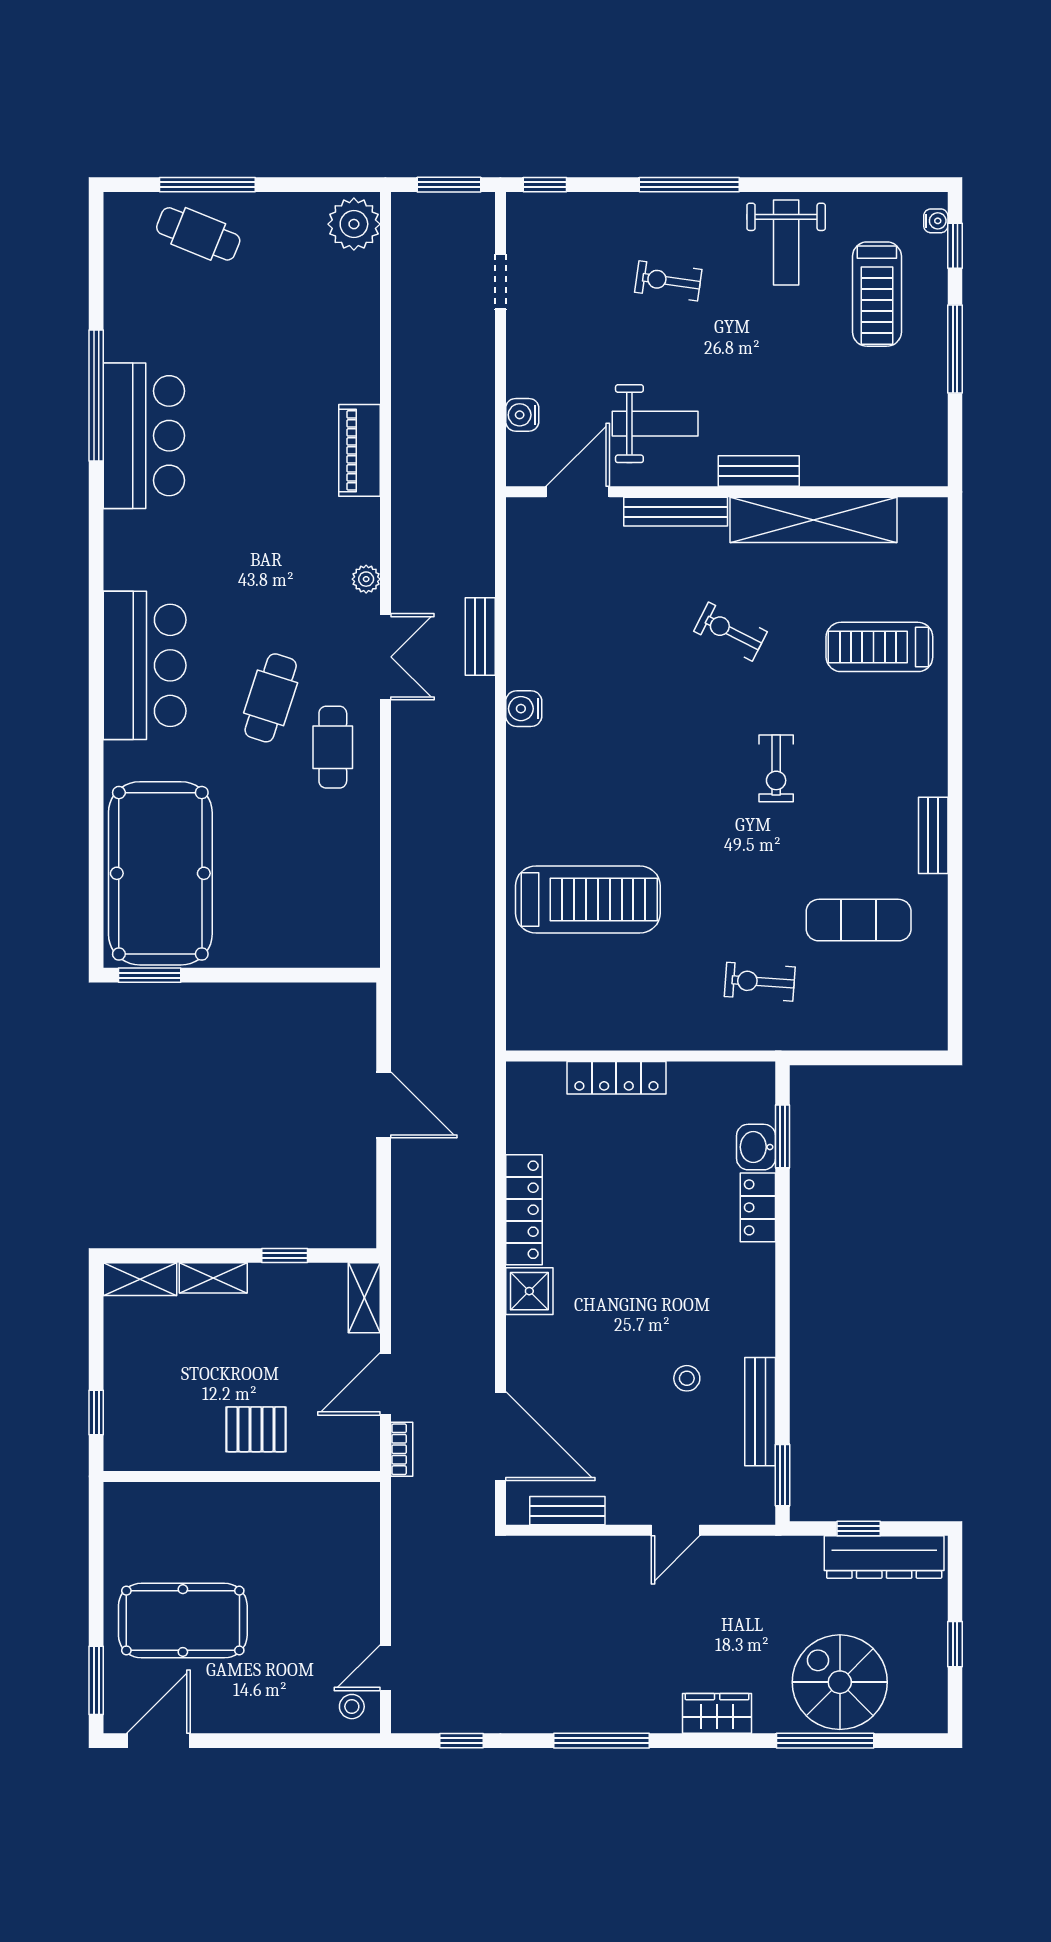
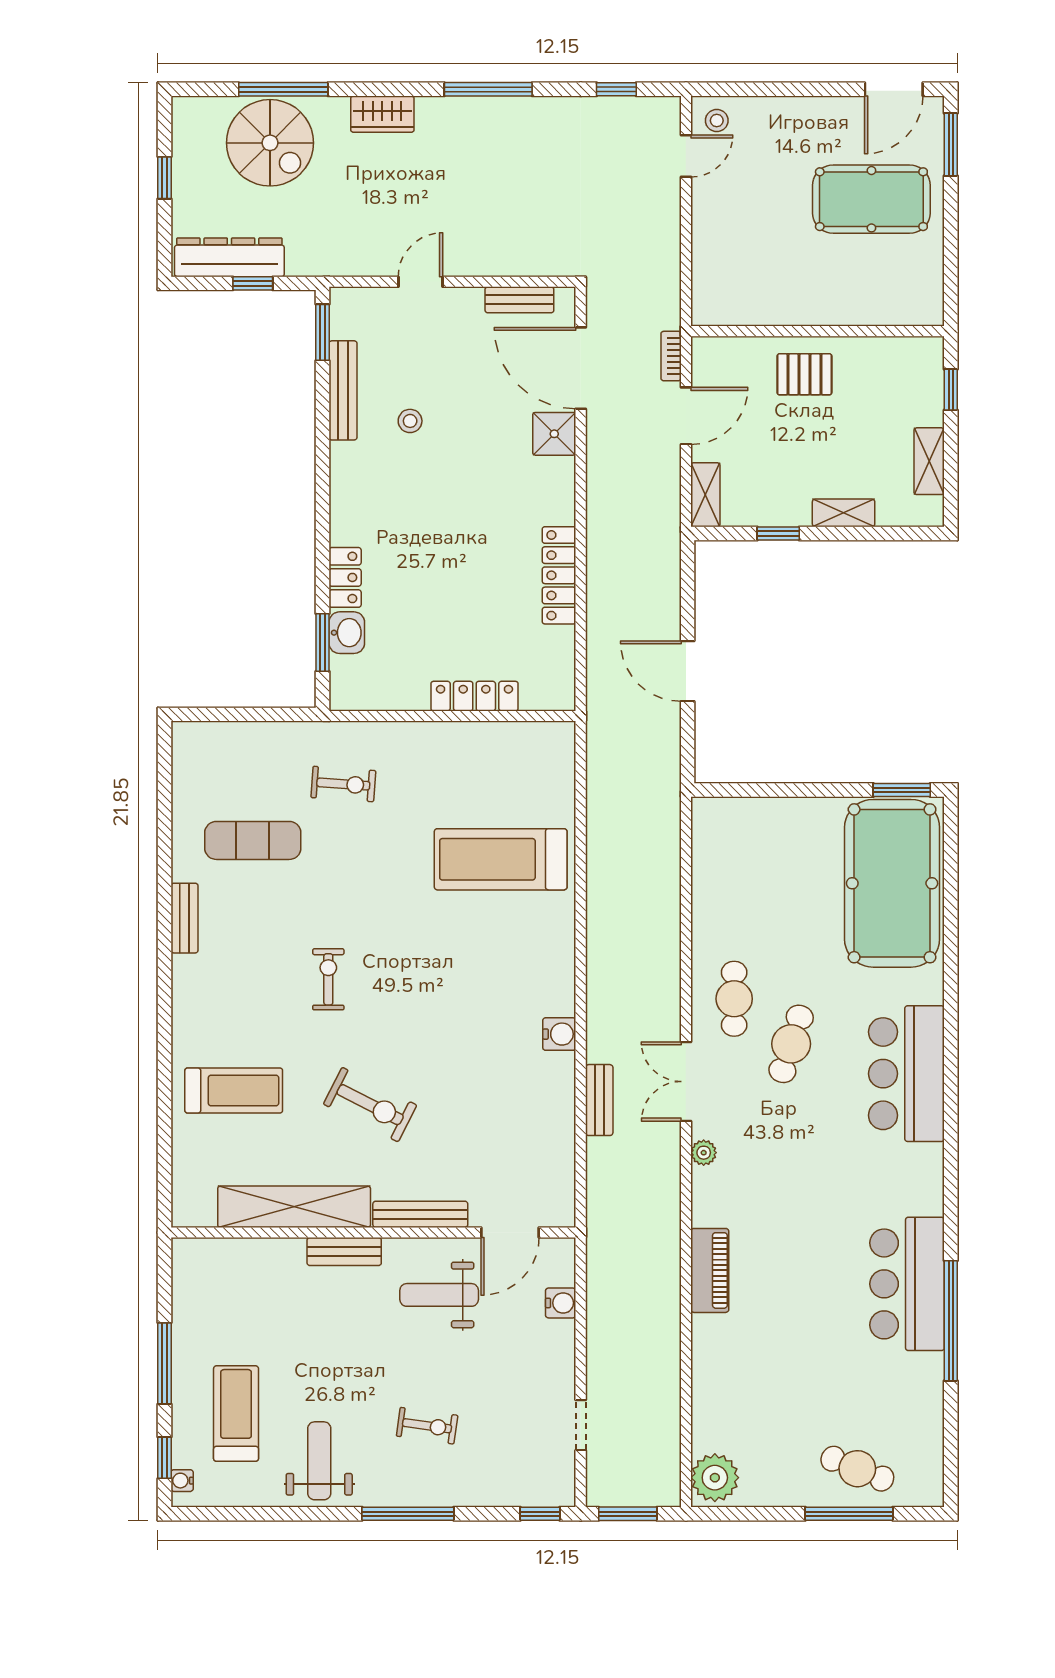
exercise bike: (730, 632) -> (370, 1105), width x1.38, depth x1.39
shelving: (140, 1279) -> (929, 461), moved, turned 90
shower: (529, 1291) -> (554, 434), moved

